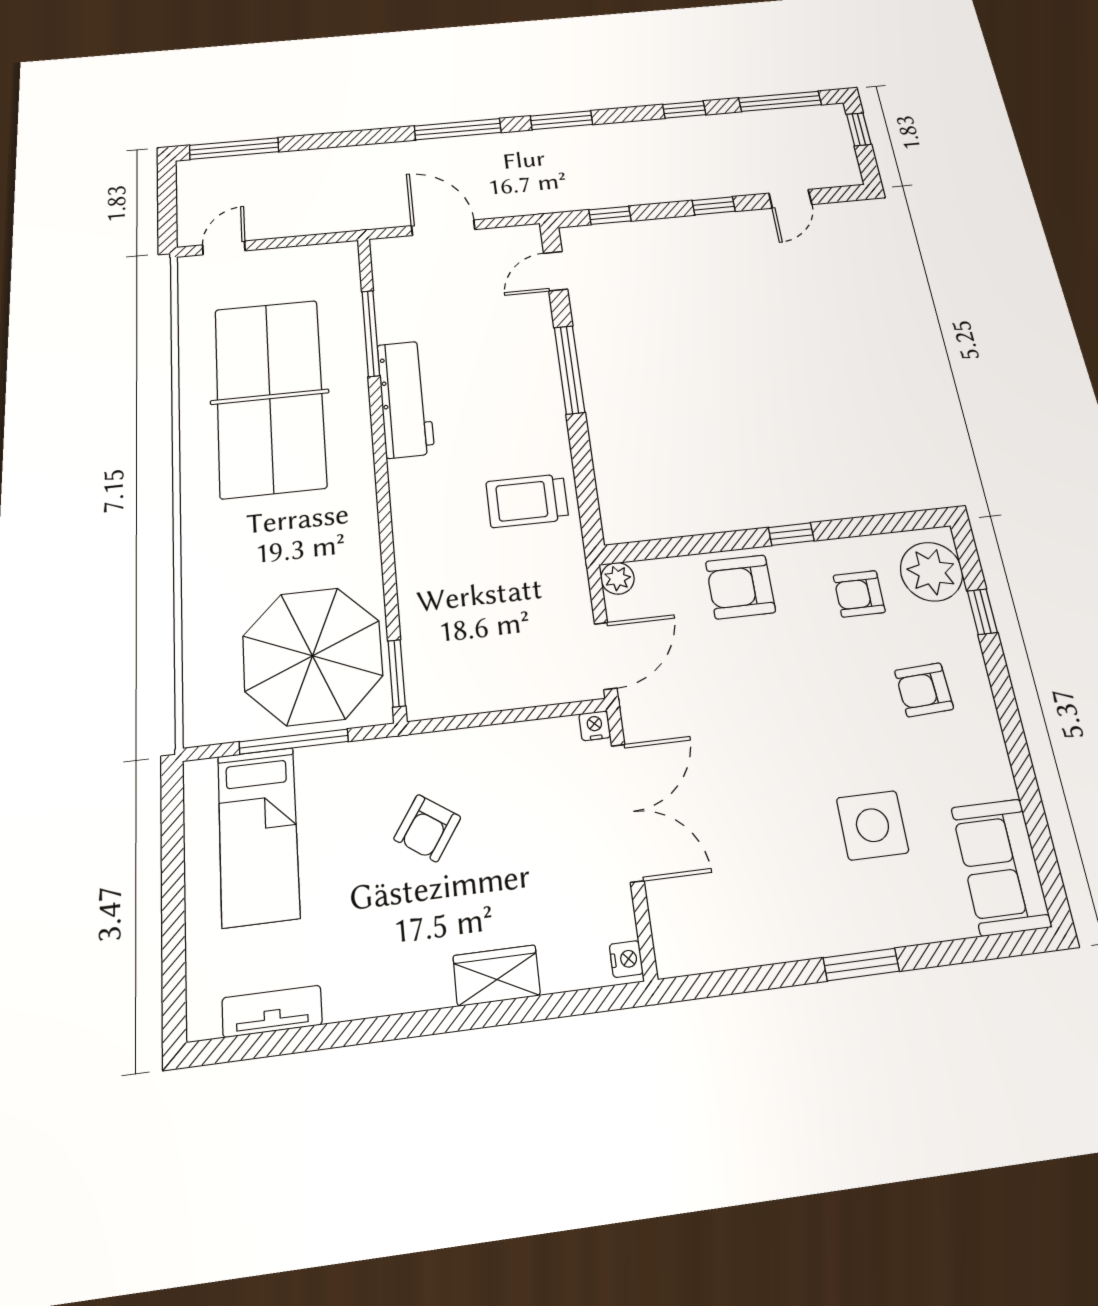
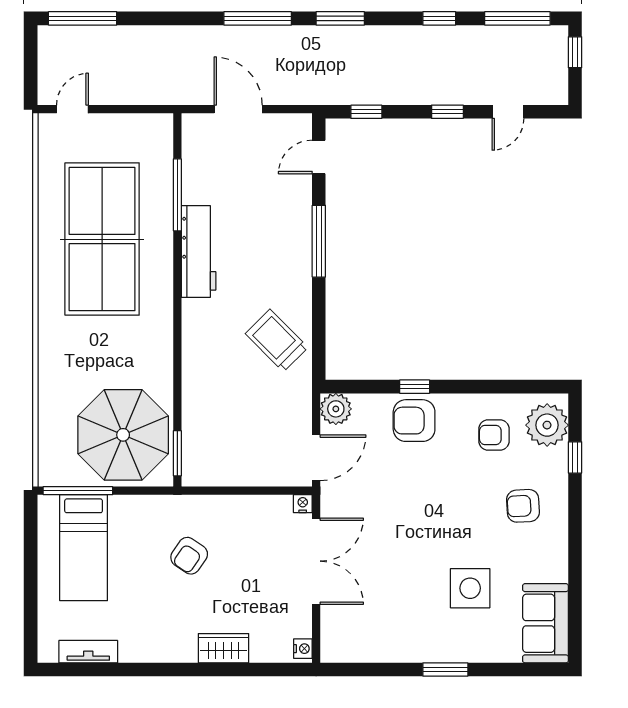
trolley: (527, 501) -> (277, 341), turned 45
window: (791, 534) -> (415, 387), moved
plant: (617, 578) -> (336, 409), width x1.38, depth x1.38
window: (294, 742) -> (78, 491), moved

